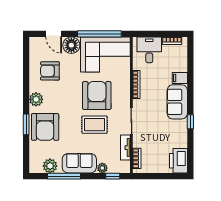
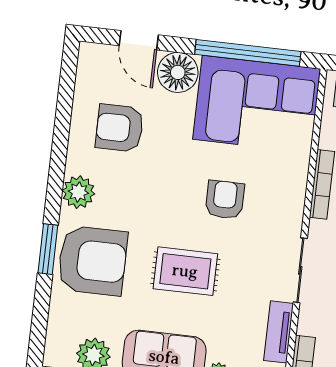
armchair: (97, 95) -> (225, 200), width x0.53, depth x0.53
rug: (94, 125) -> (185, 271), moved
armchair: (45, 127) -> (92, 261), turned -90

